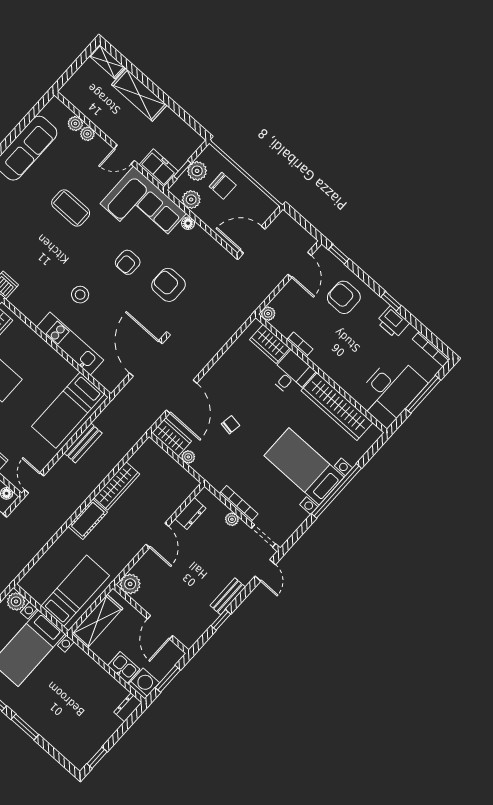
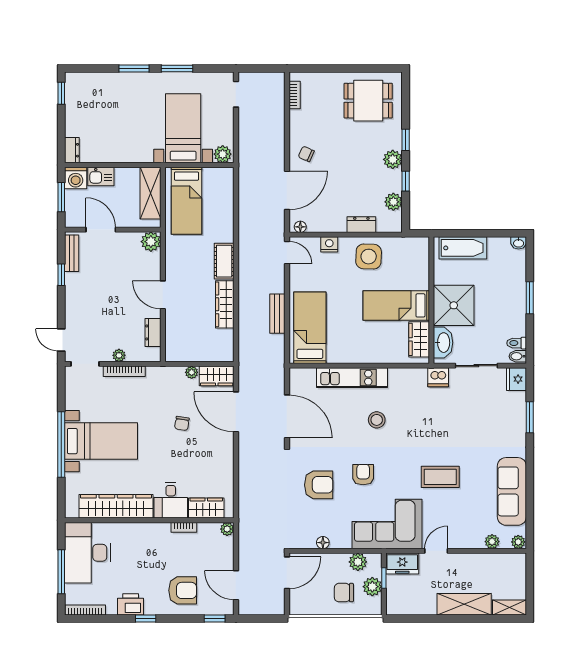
plant: (87, 134) -> (518, 542), moved
floor lamp: (188, 223) -> (323, 543), moved
bench: (228, 596) -> (72, 253), moved

